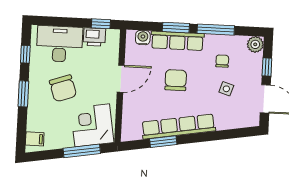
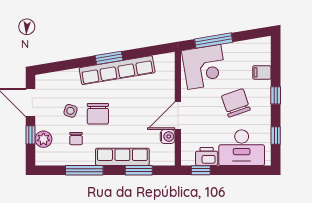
window: (176, 28) -> (139, 170), moved
water cooler: (143, 38) -> (168, 136), moved, turned -90
plant: (255, 44) -> (43, 139), moved
chair: (176, 80) -> (98, 114), moved
window: (23, 94) -> (276, 95), width x0.67
filing cabinet: (35, 139) -> (262, 72), moved
window: (163, 142) -> (109, 58), moved

